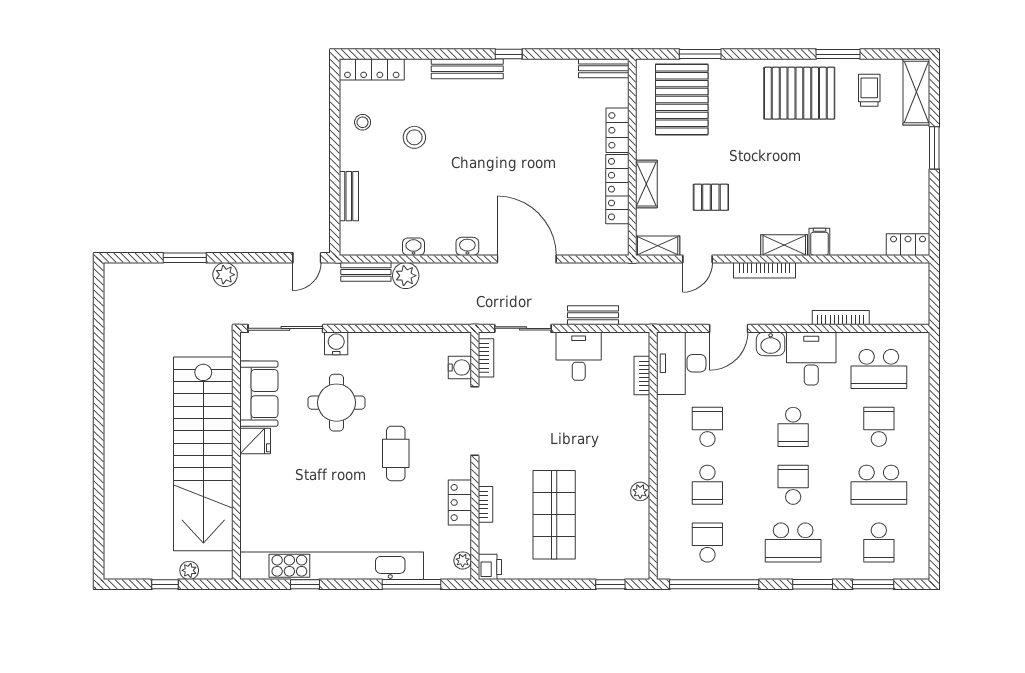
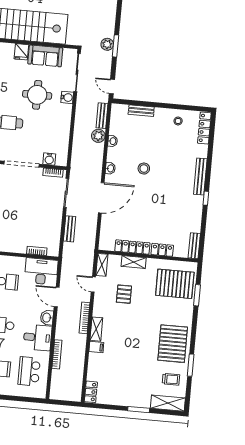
stool: (414, 137) -> (144, 169), moved
window: (185, 258) -> (116, 46), moved
desk: (579, 356) -> (49, 220), removed

